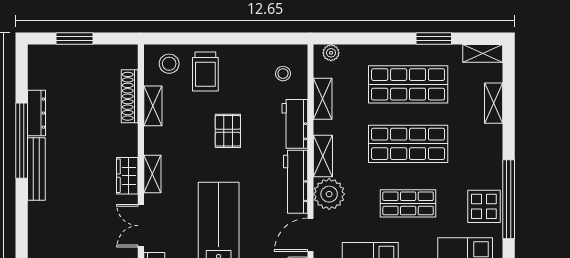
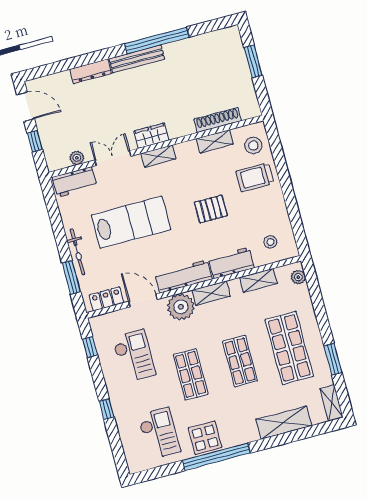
shelving: (494, 103) -> (284, 423), width x1.50, depth x1.33
dresser: (36, 113) -> (91, 71), moved
shop shelf: (408, 144) -> (240, 361), width x0.70, depth x0.74

